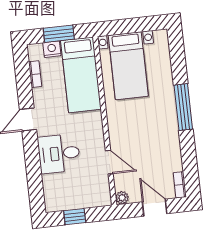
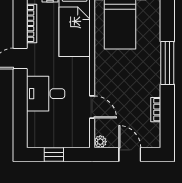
bookcase: (35, 74) -> (32, 23), width x1.56
bookcase: (180, 185) -> (156, 110), moved

